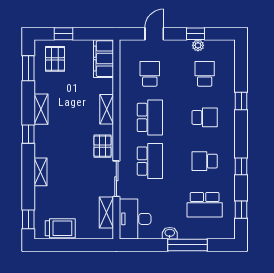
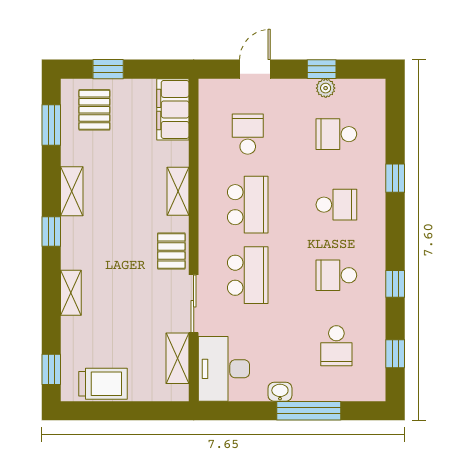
school desk: (205, 74) -> (336, 134), turned -90
school desk: (205, 205) -> (336, 346), width x0.54

